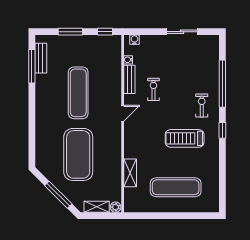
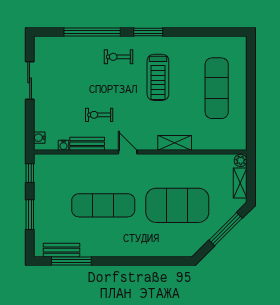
window: (222, 130) -> (148, 32), width x1.50
shelving: (130, 173) -> (175, 143), moved

